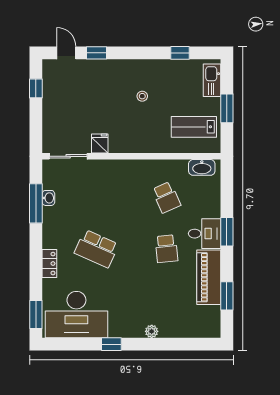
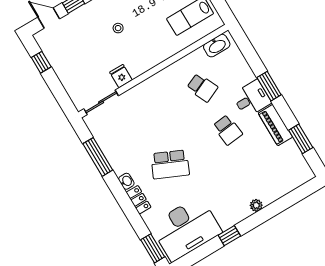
stool: (142, 96) -> (118, 28), moved
washbasin: (48, 198) -> (126, 181), moved
piano: (209, 277) -> (275, 125), width x0.73, depth x0.75

